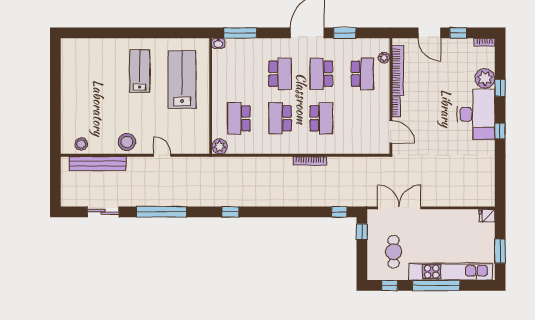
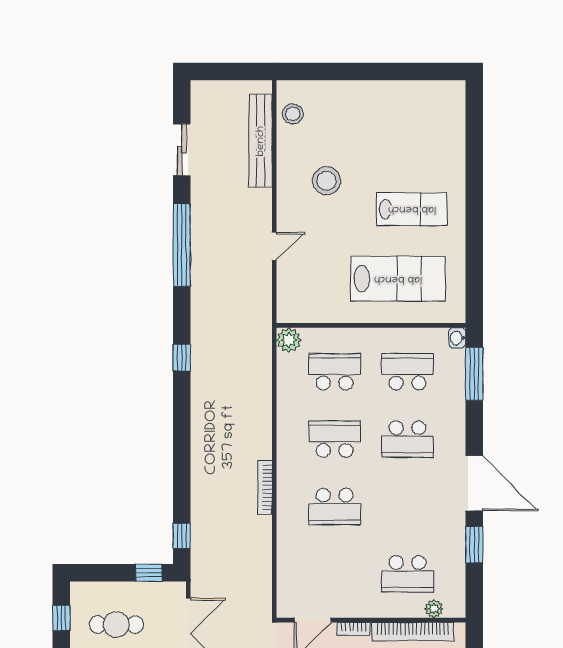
school desk: (321, 74) -> (408, 372), moved
stool: (127, 142) -> (327, 181), moved

